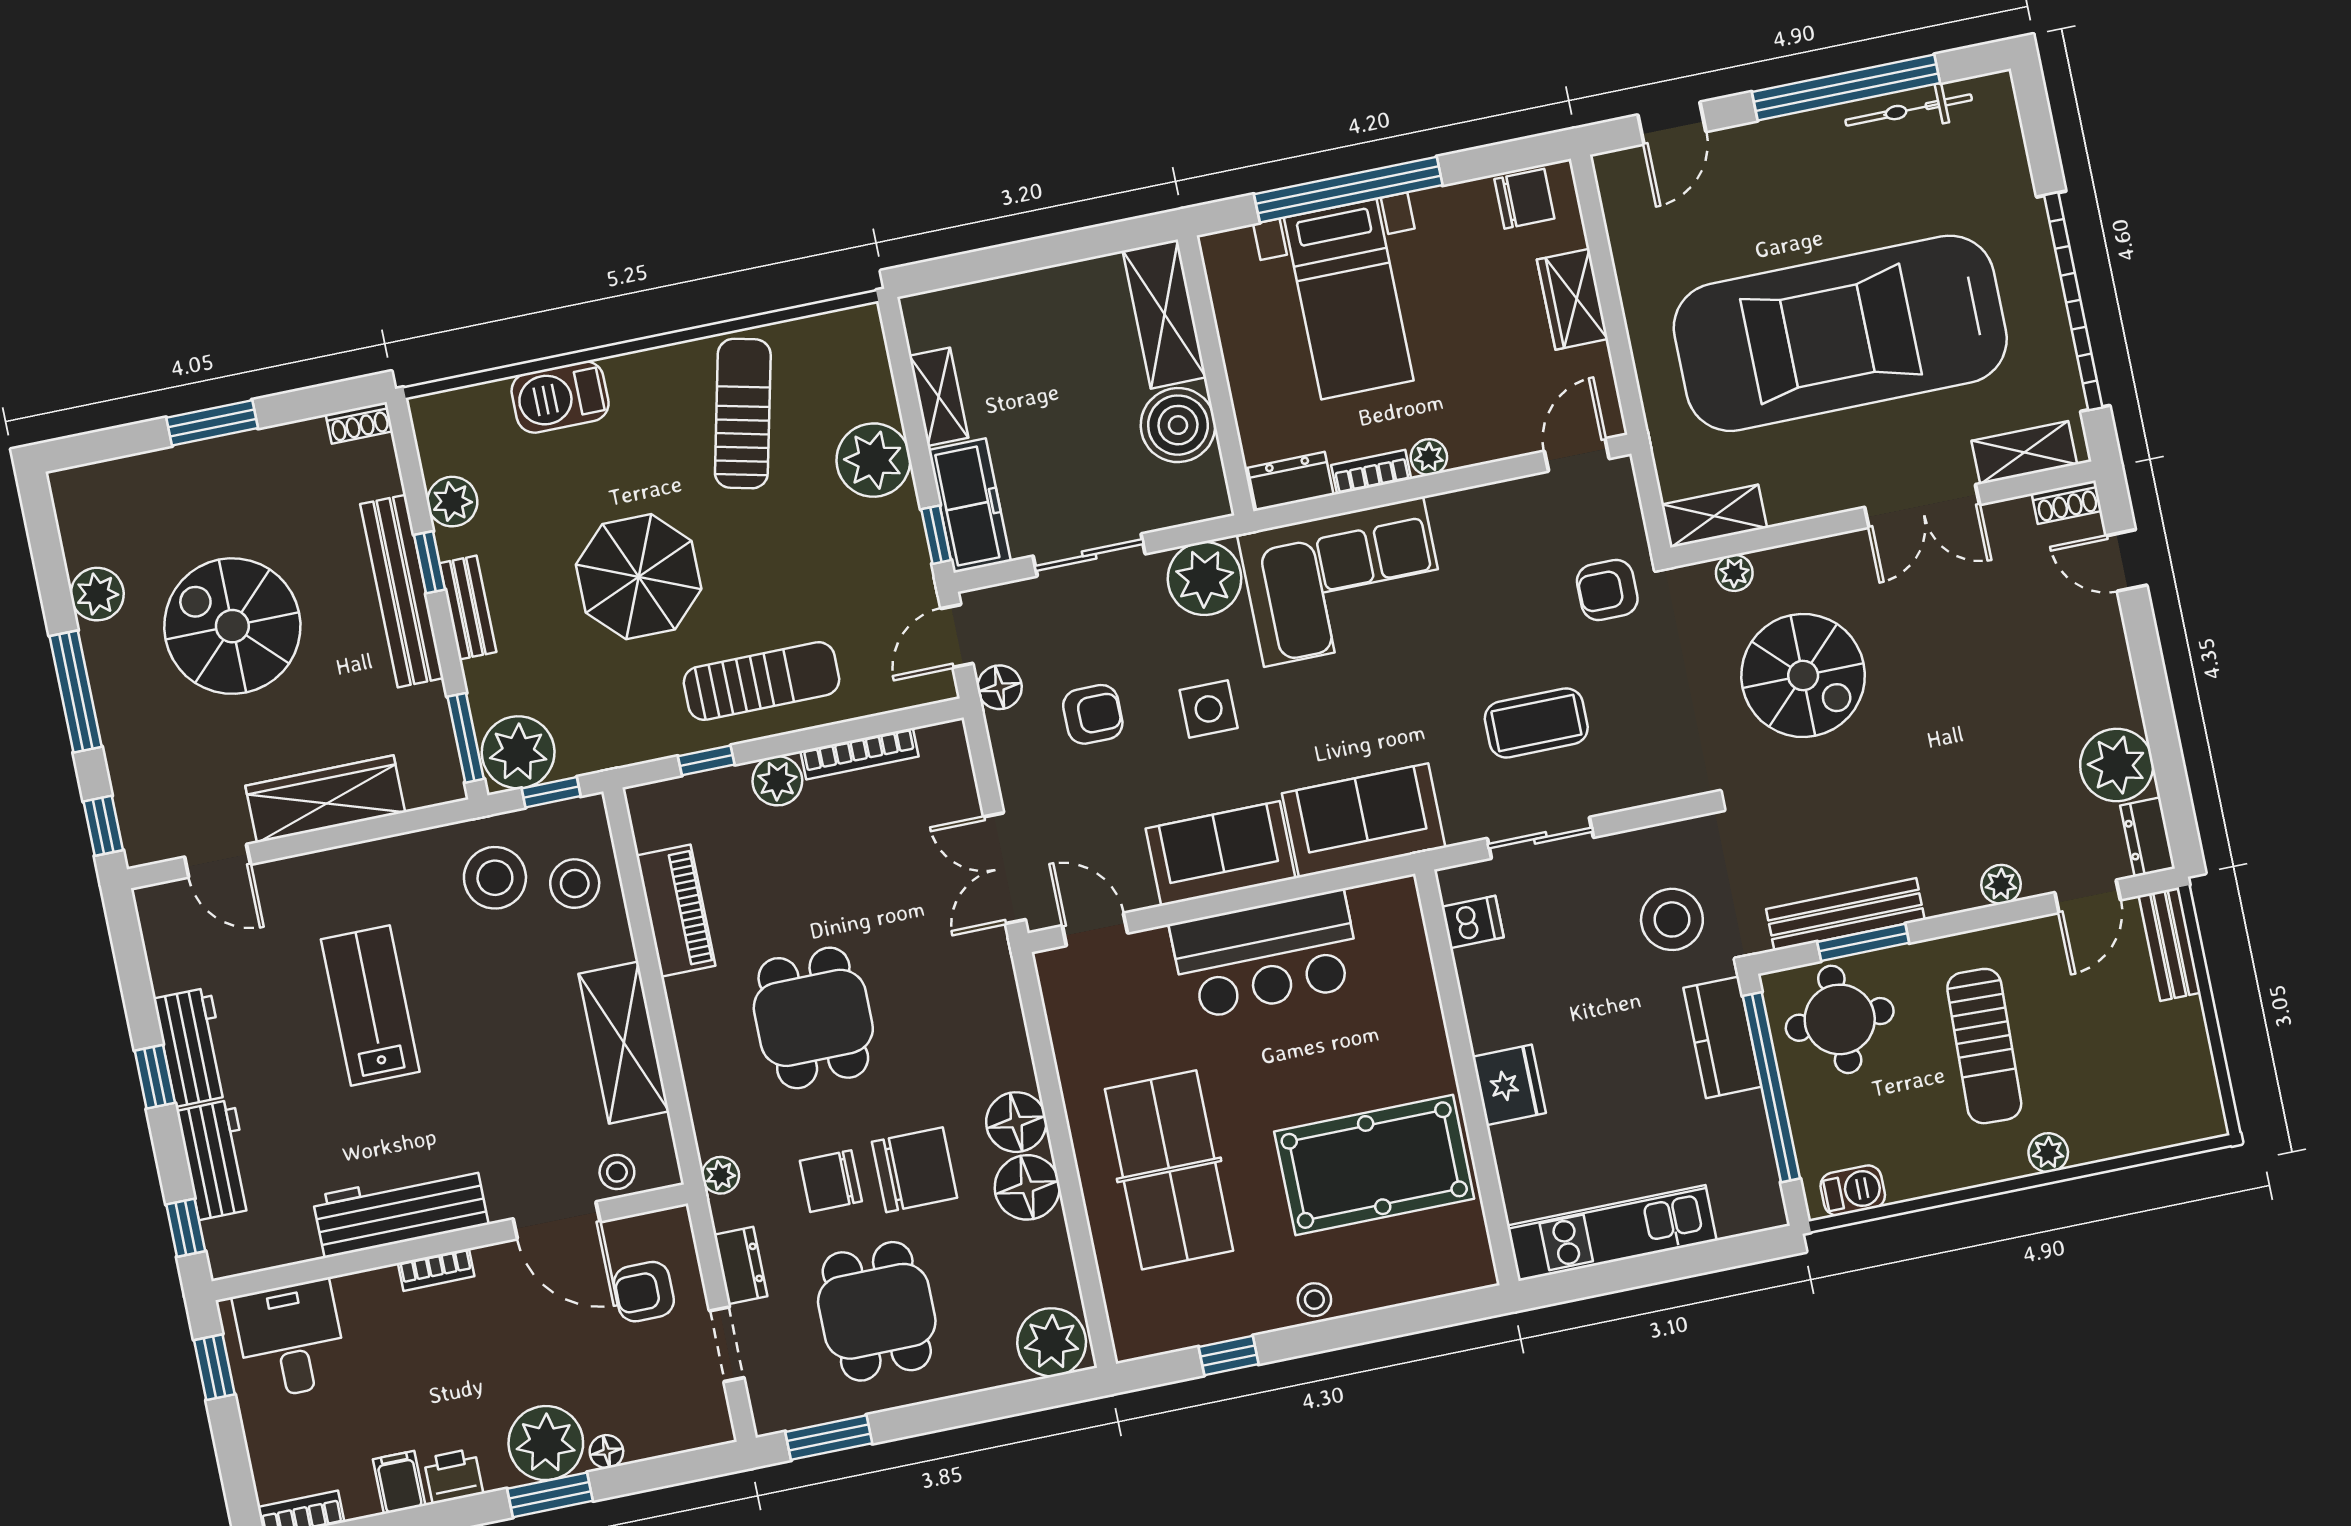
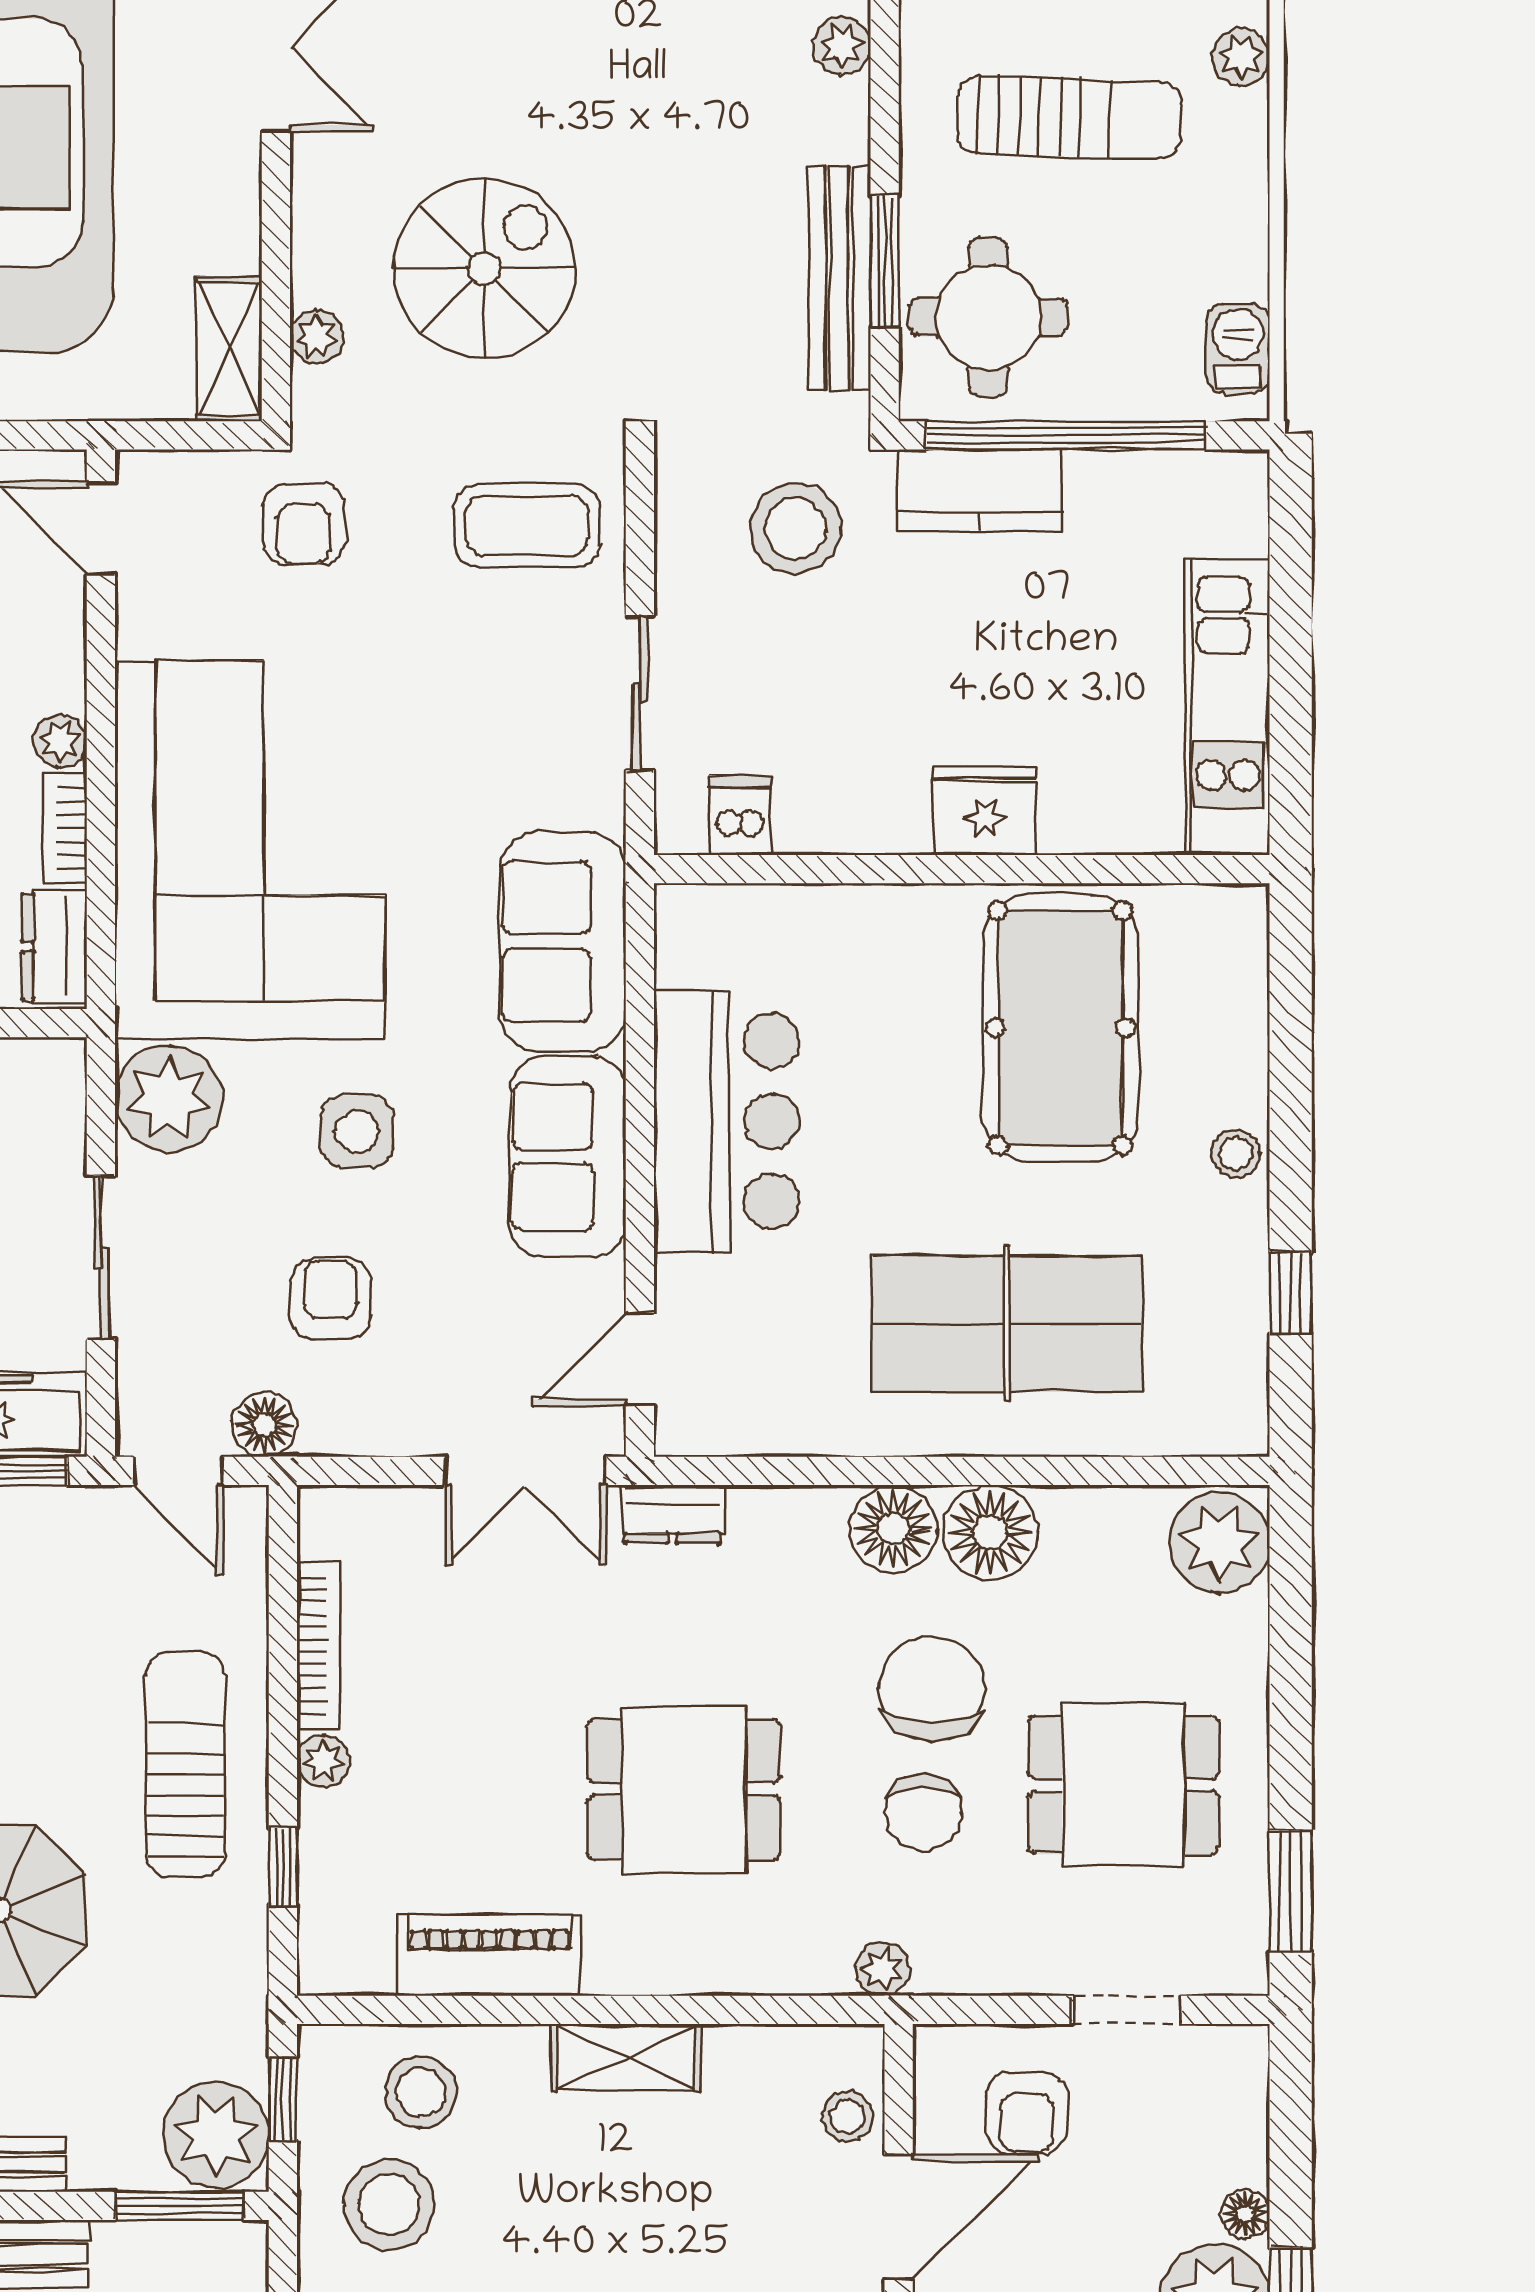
corner sofa: (1343, 582) -> (250, 850), width x1.36, depth x1.36
coffee table: (1536, 723) -> (527, 526), moved, turned 90
plant: (777, 781) -> (323, 1761), width x0.73, depth x0.73
shelving: (624, 1043) -> (626, 2058), width x0.67, depth x0.75
dresser: (741, 1265) -> (672, 1514), moved, turned 180

